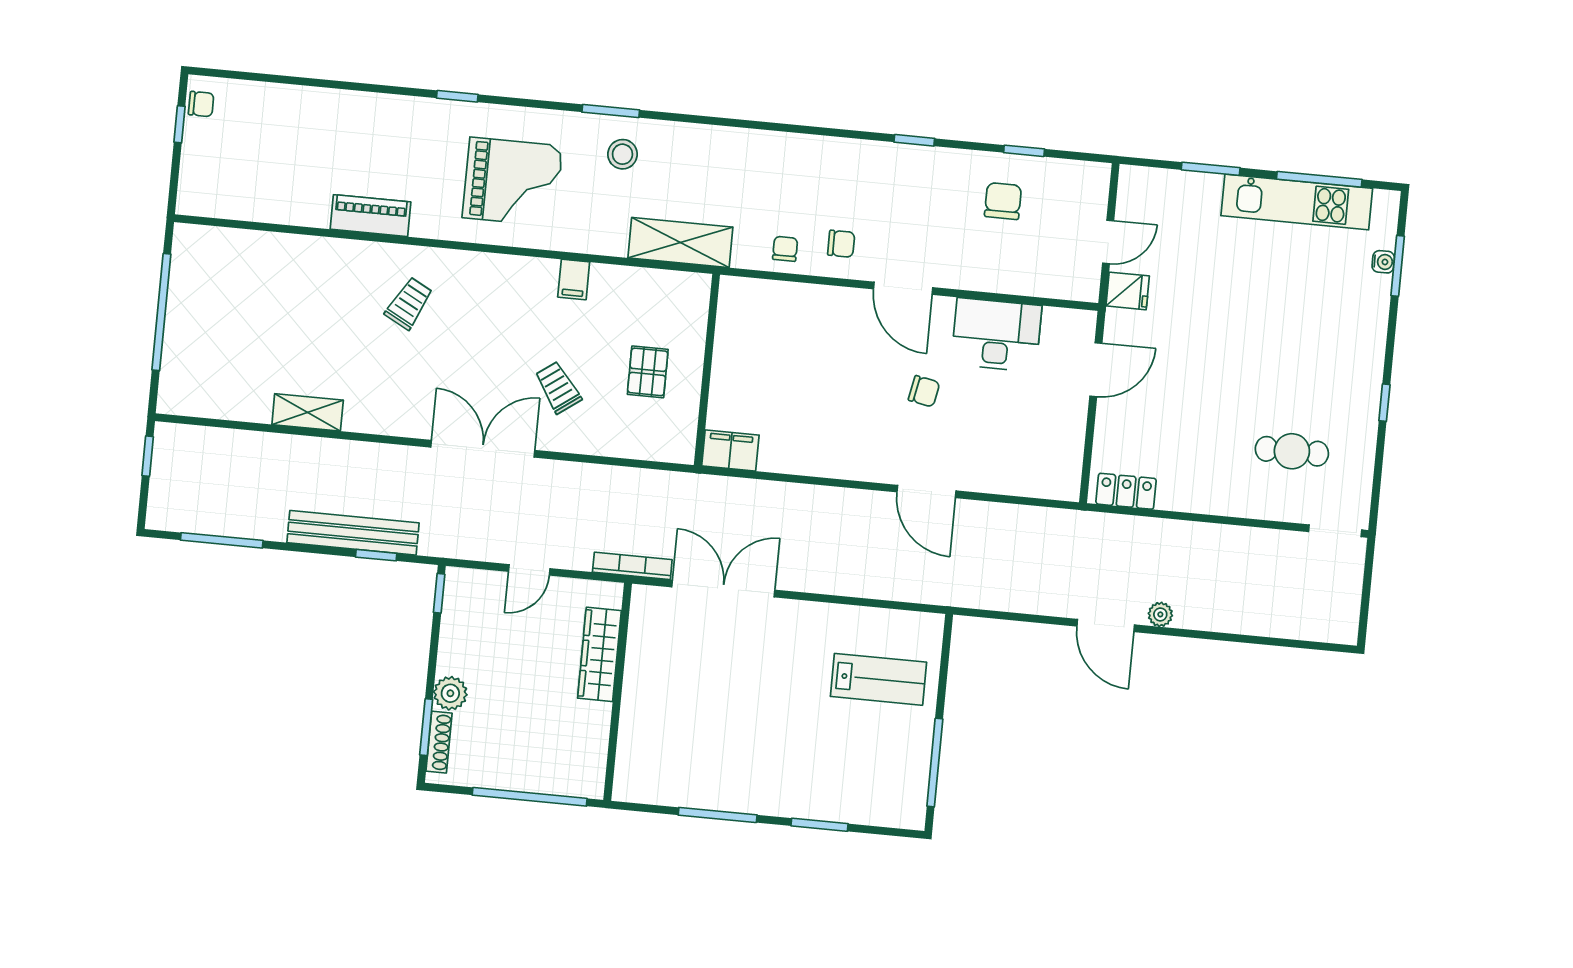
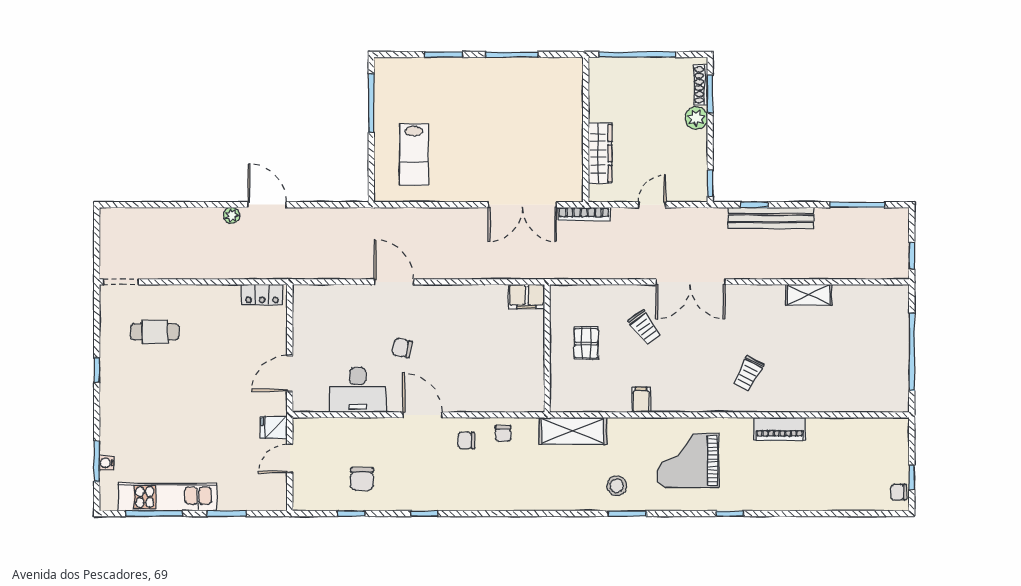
lab bench: (879, 679) -> (414, 155), turned -90

